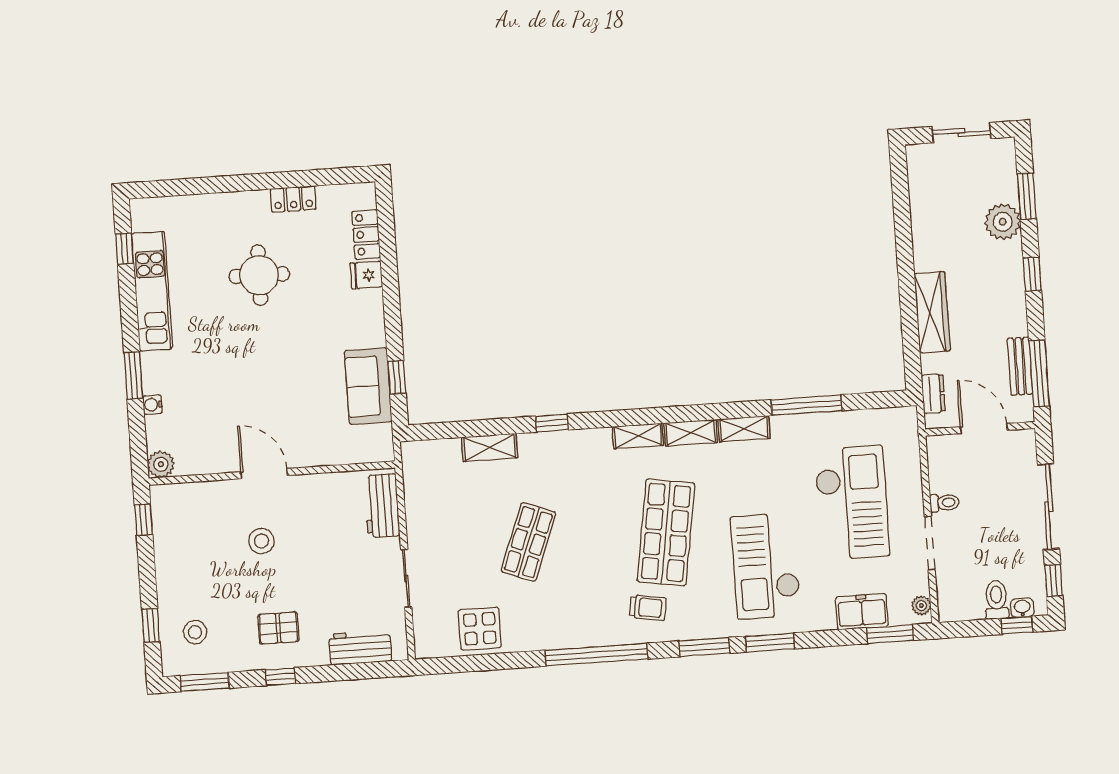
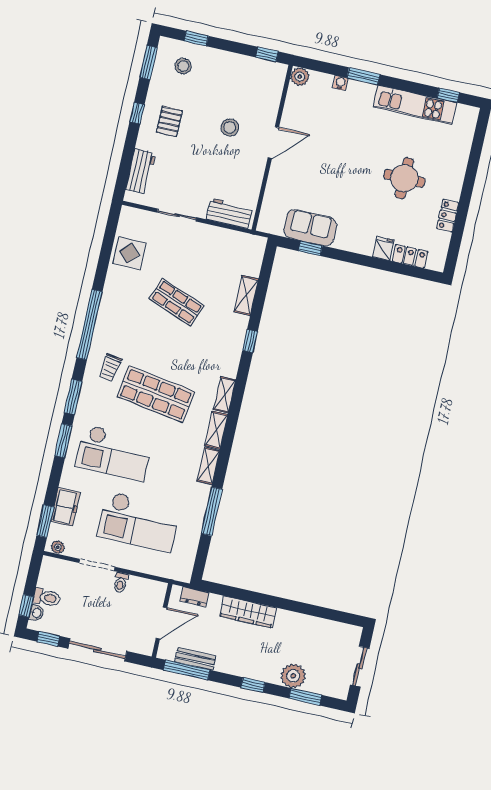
checkout: (766, 566) -> (114, 453), turned 180

